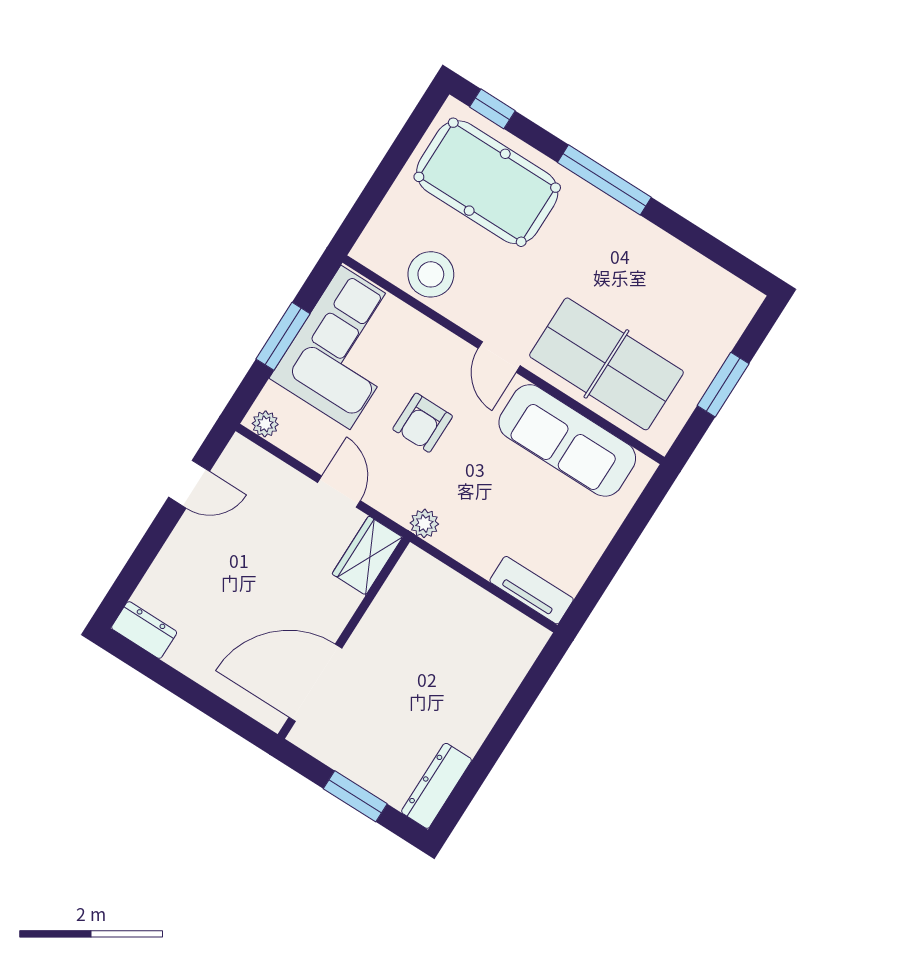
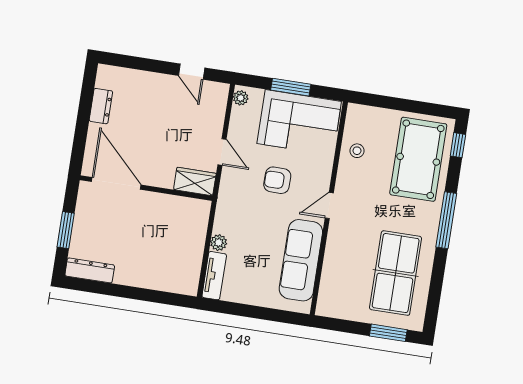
stool: (431, 274) -> (357, 151), width x0.53, depth x0.53
table tennis table: (606, 364) -> (396, 273), moved
window: (723, 385) -> (388, 333), moved
door: (339, 492) -> (222, 152), hinge flipped
plant: (424, 523) -> (219, 243), moved
dresser: (144, 630) -> (101, 106), moved

